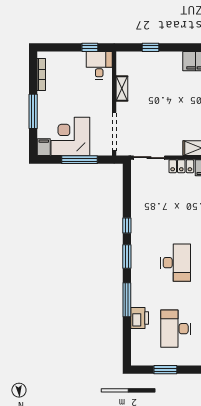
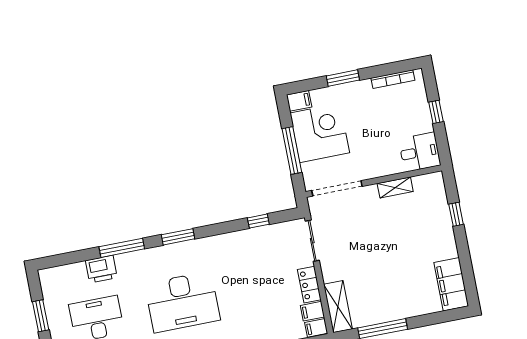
window: (90, 47) -> (436, 112), moved
window: (33, 111) -> (343, 78), width x0.69
window: (127, 225) -> (258, 221), moved
desk: (176, 263) -> (182, 302), width x1.36, depth x1.30

